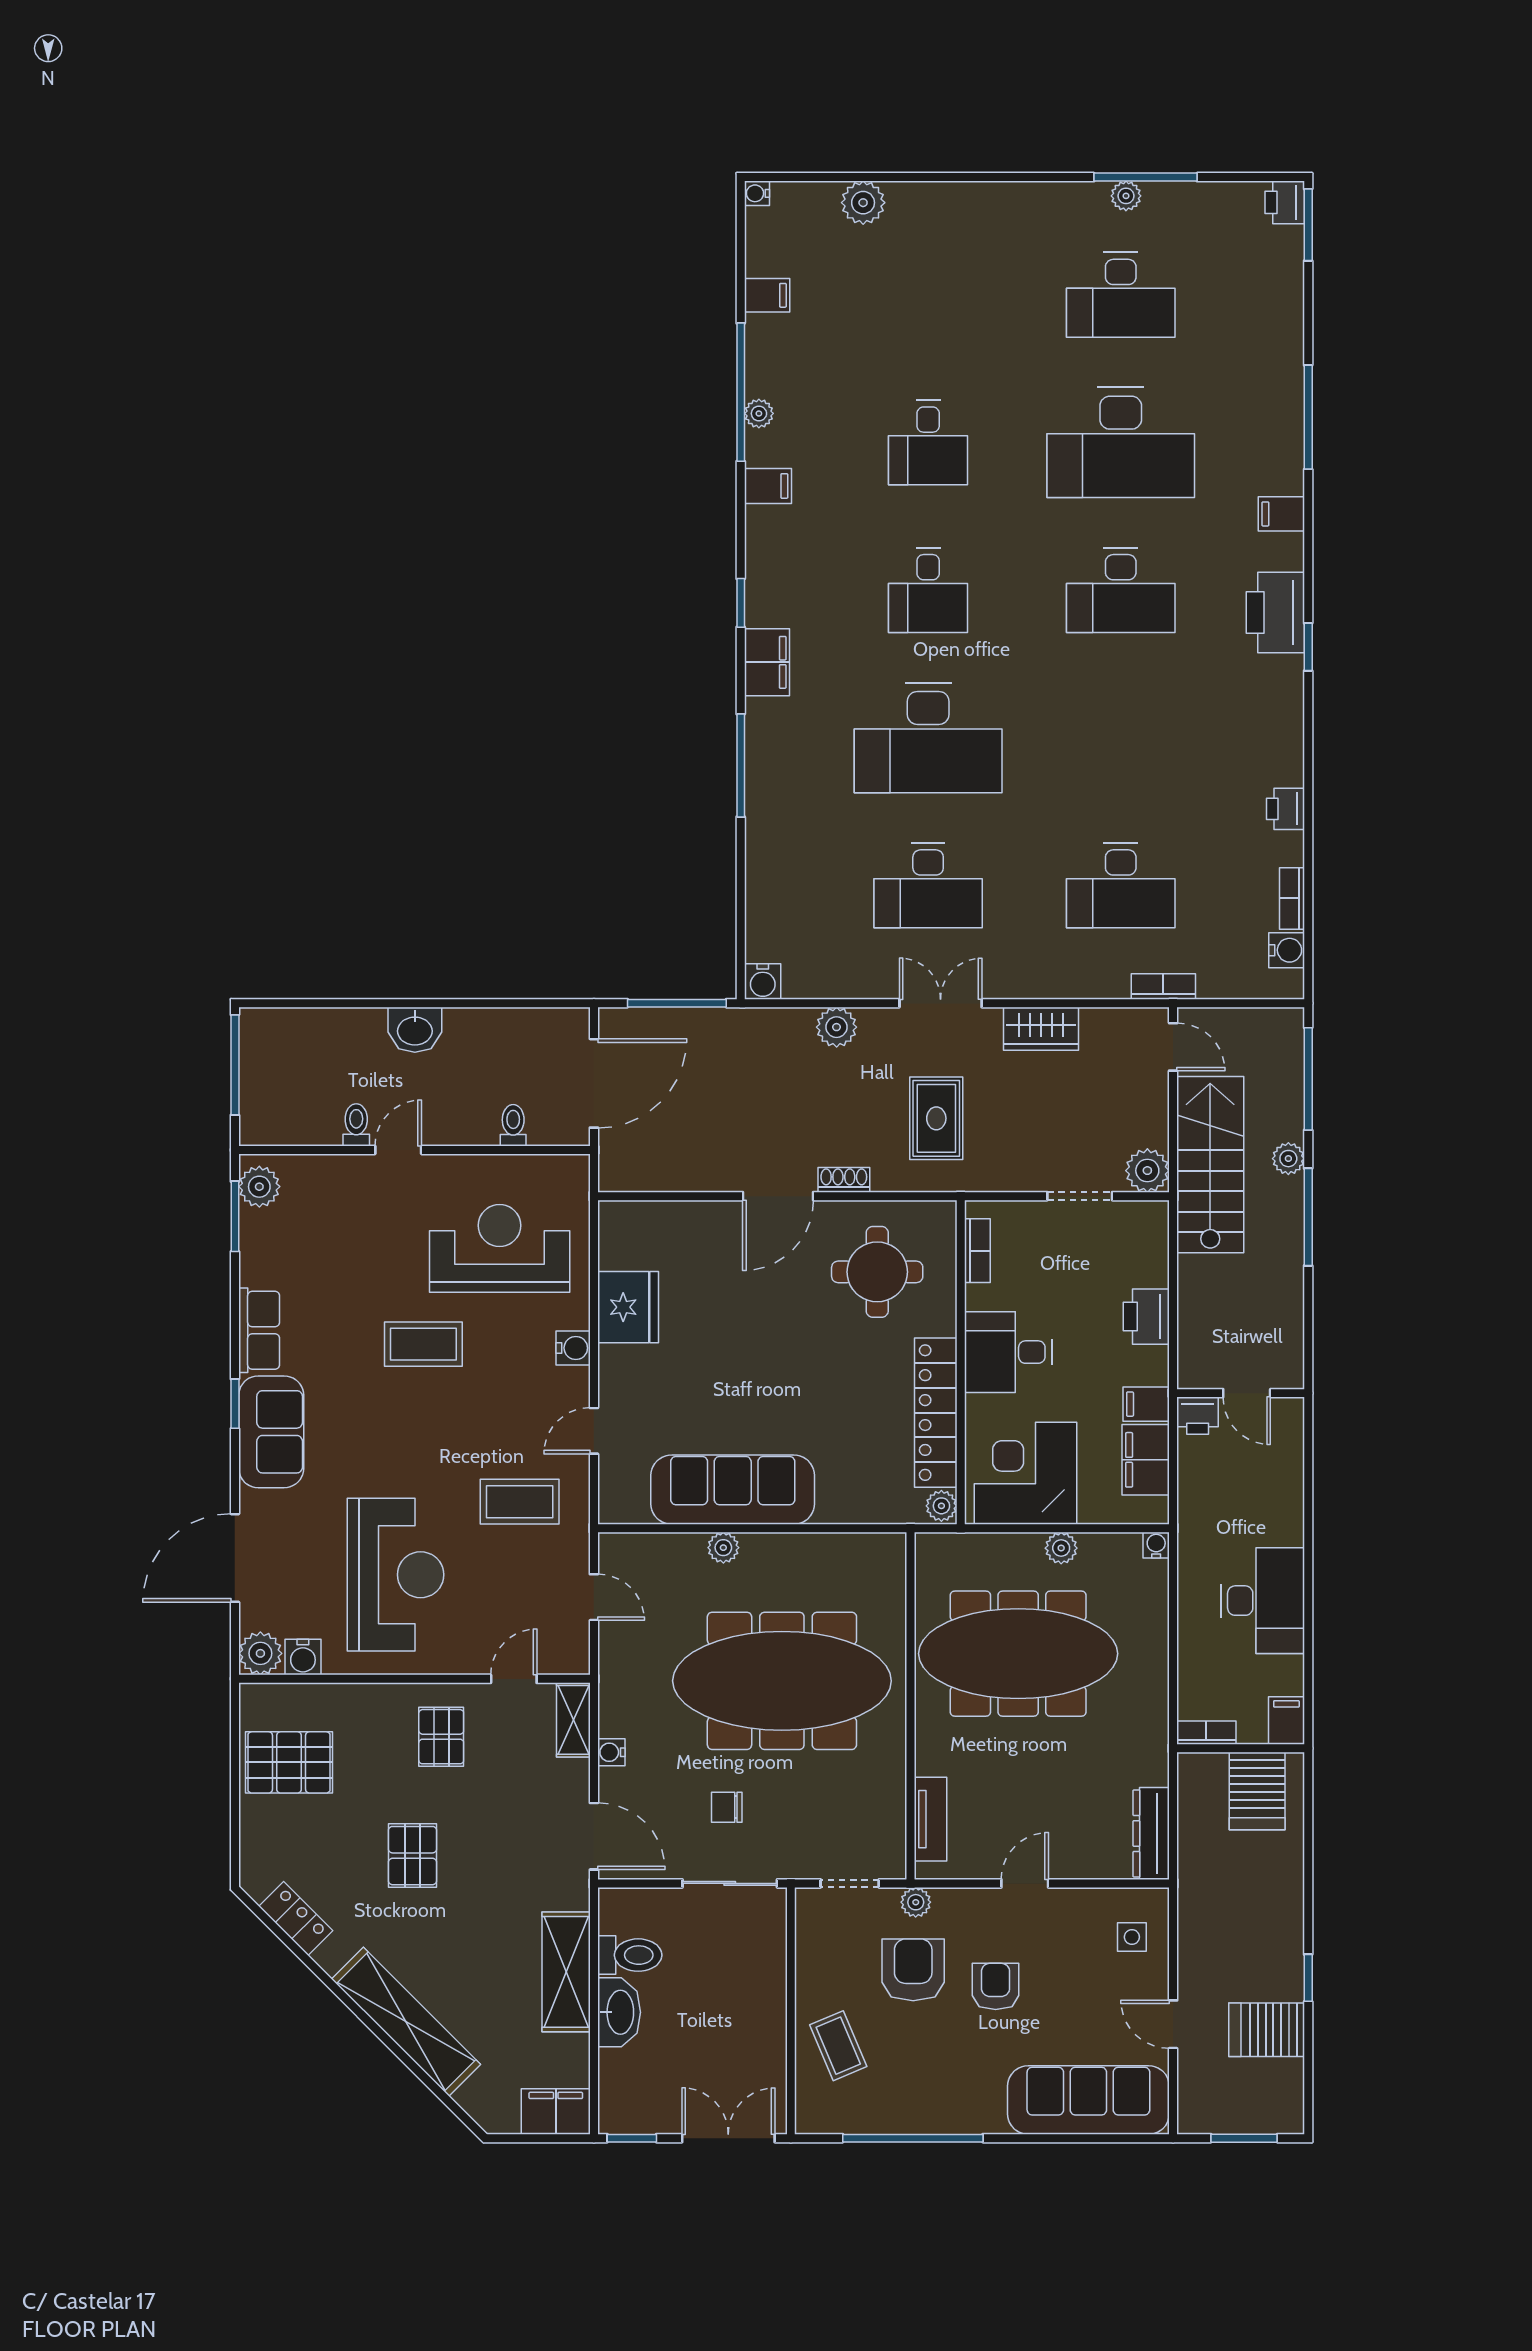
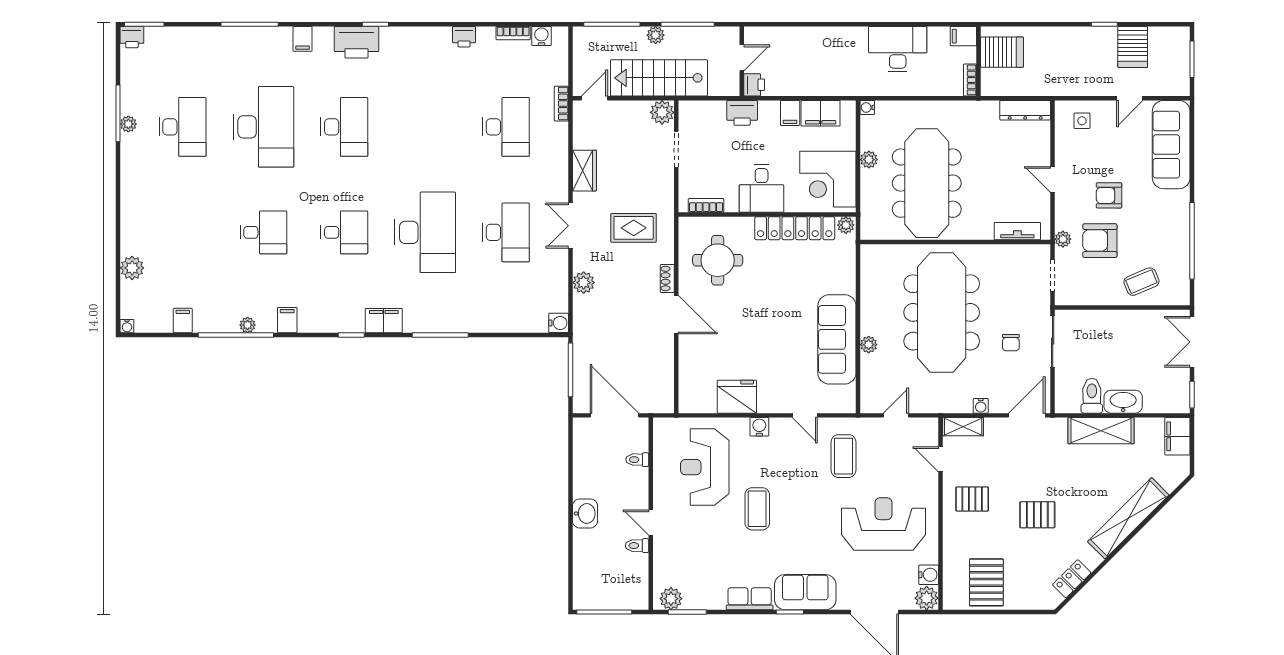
wall: (1241, 1393) -> (742, 61), moved
door: (1247, 1393) -> (742, 58), moved
printer: (1198, 1416) -> (754, 85), moved

